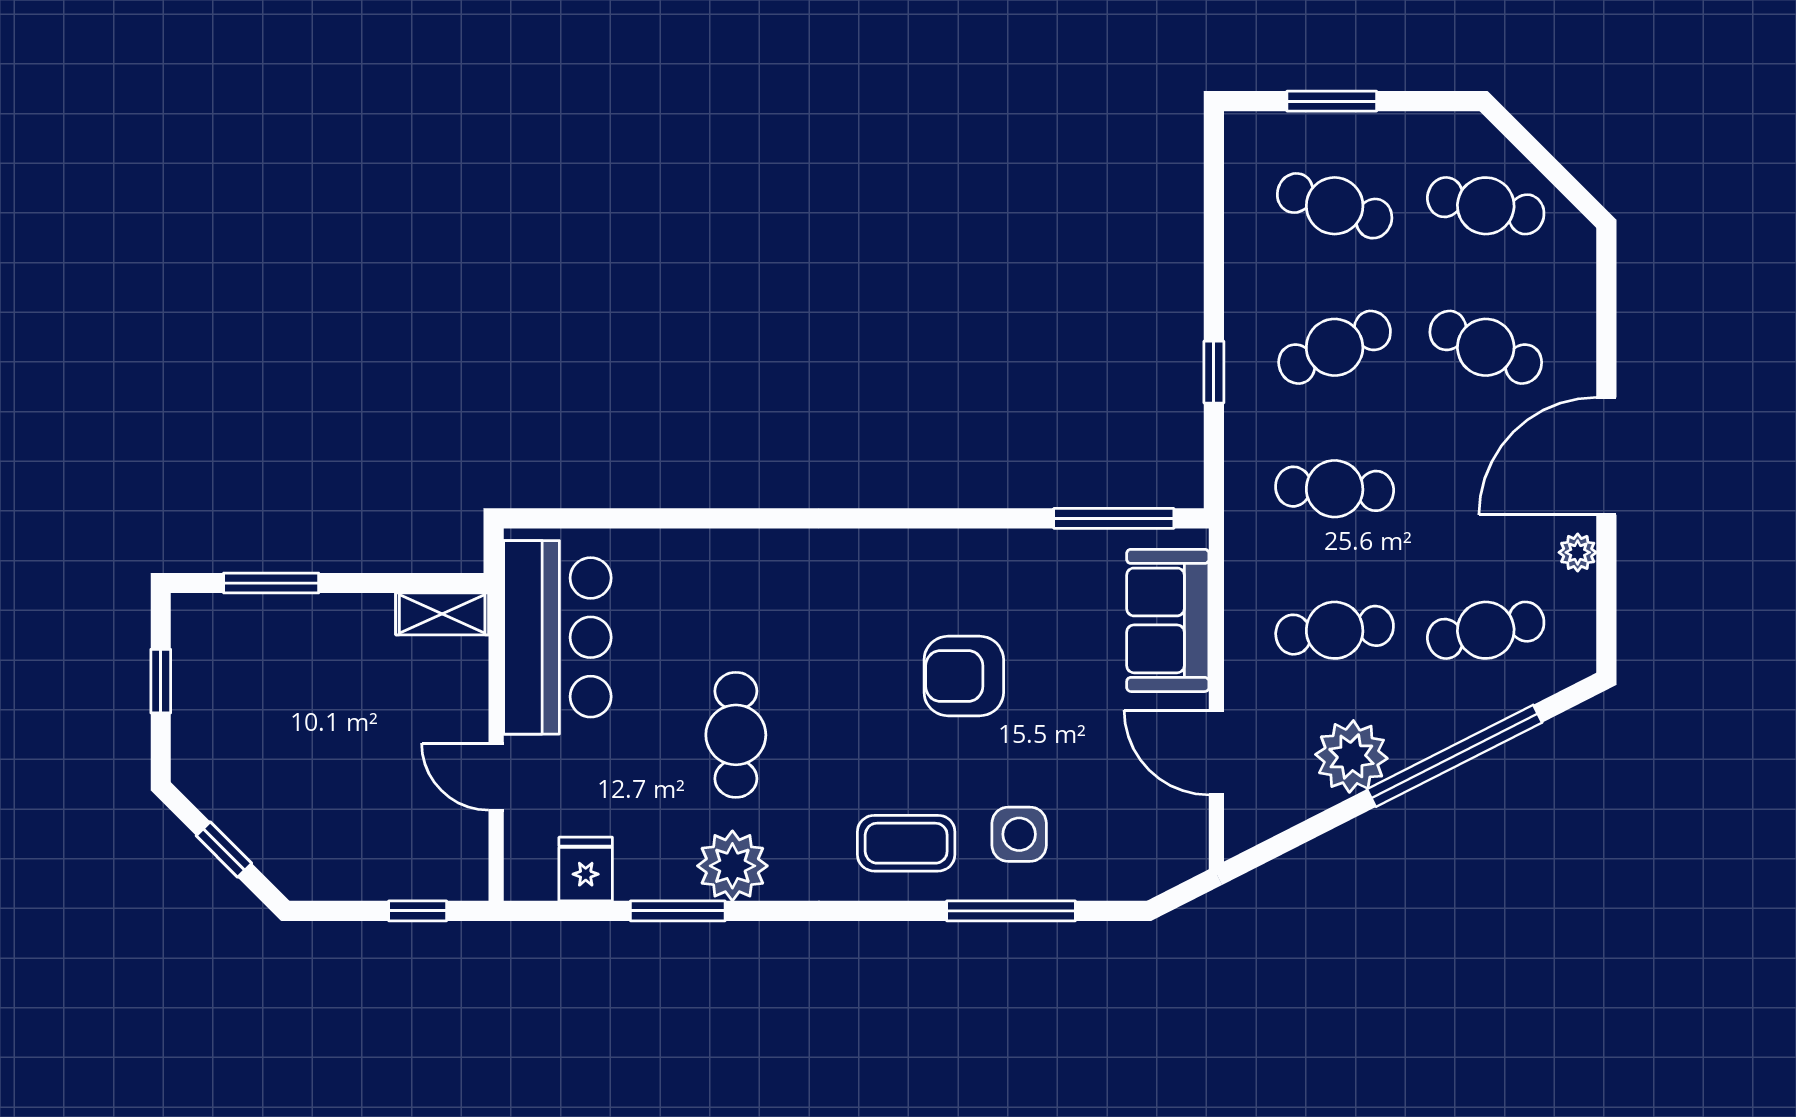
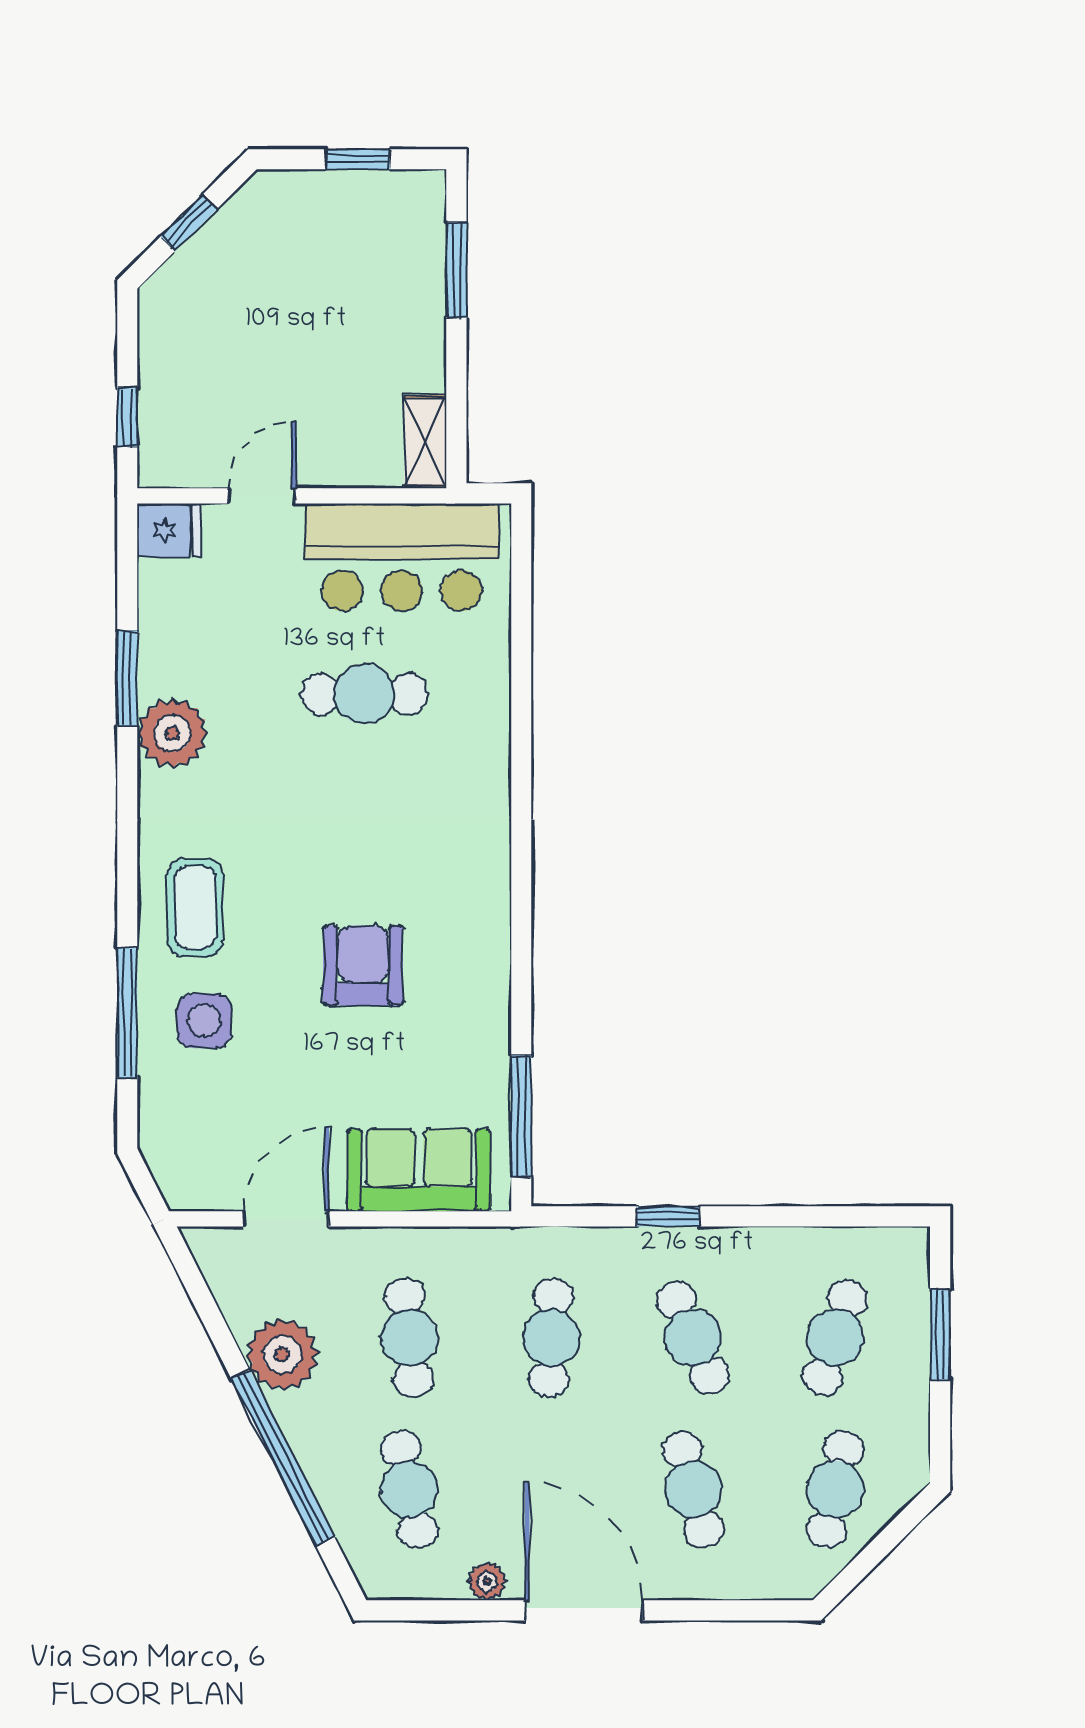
cafe table: (1486, 347) -> (693, 1489), turned -39
cafe table: (736, 735) -> (364, 694), moved
fridge: (586, 869) -> (169, 530), moved

